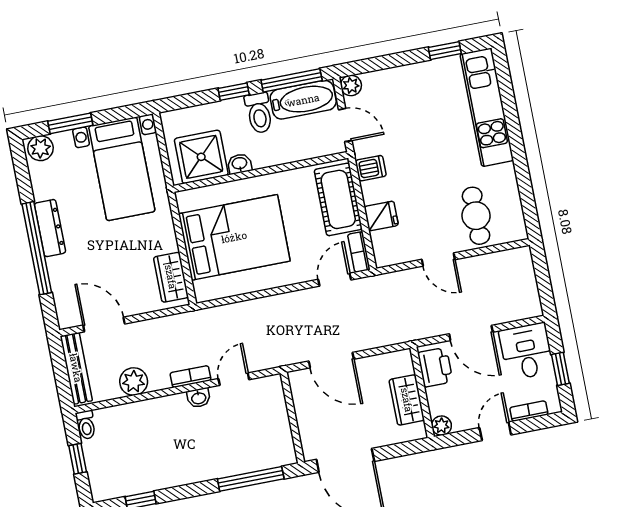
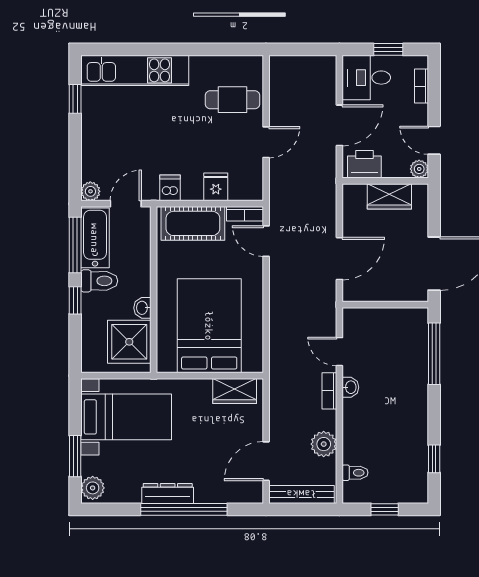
toilet: (86, 425) -> (355, 473), moved
door: (495, 431) -> (434, 140), moved

